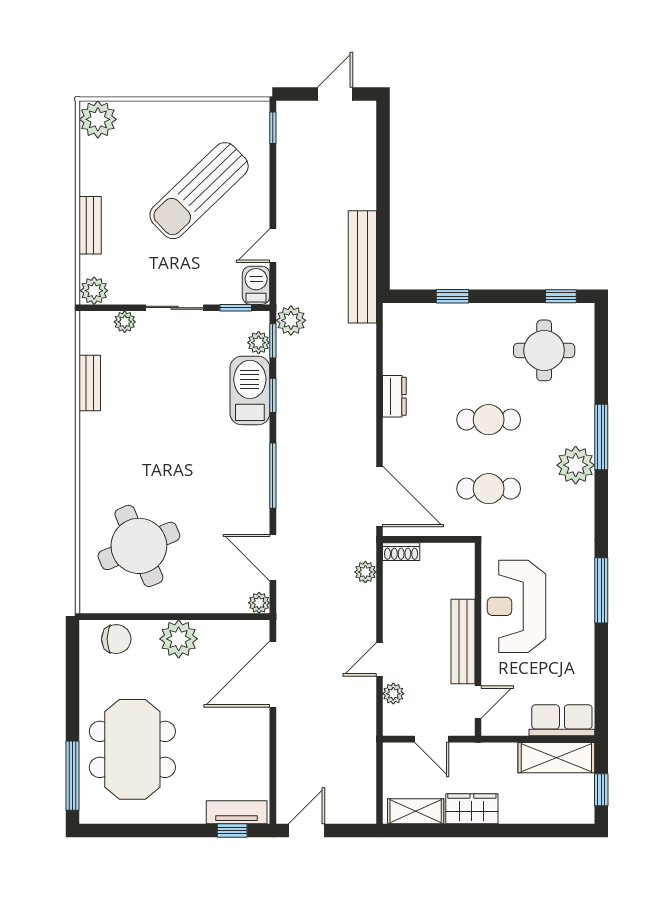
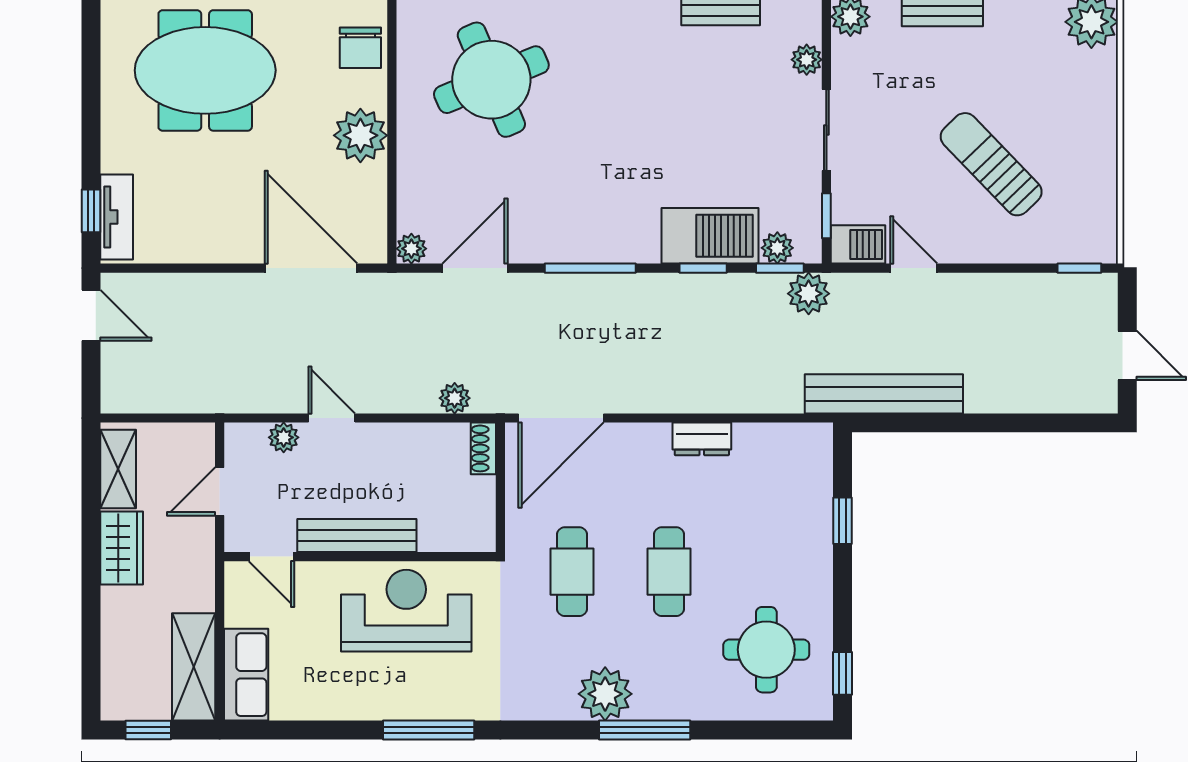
sun lounger: (199, 191) -> (991, 164), width x0.73, depth x0.75

